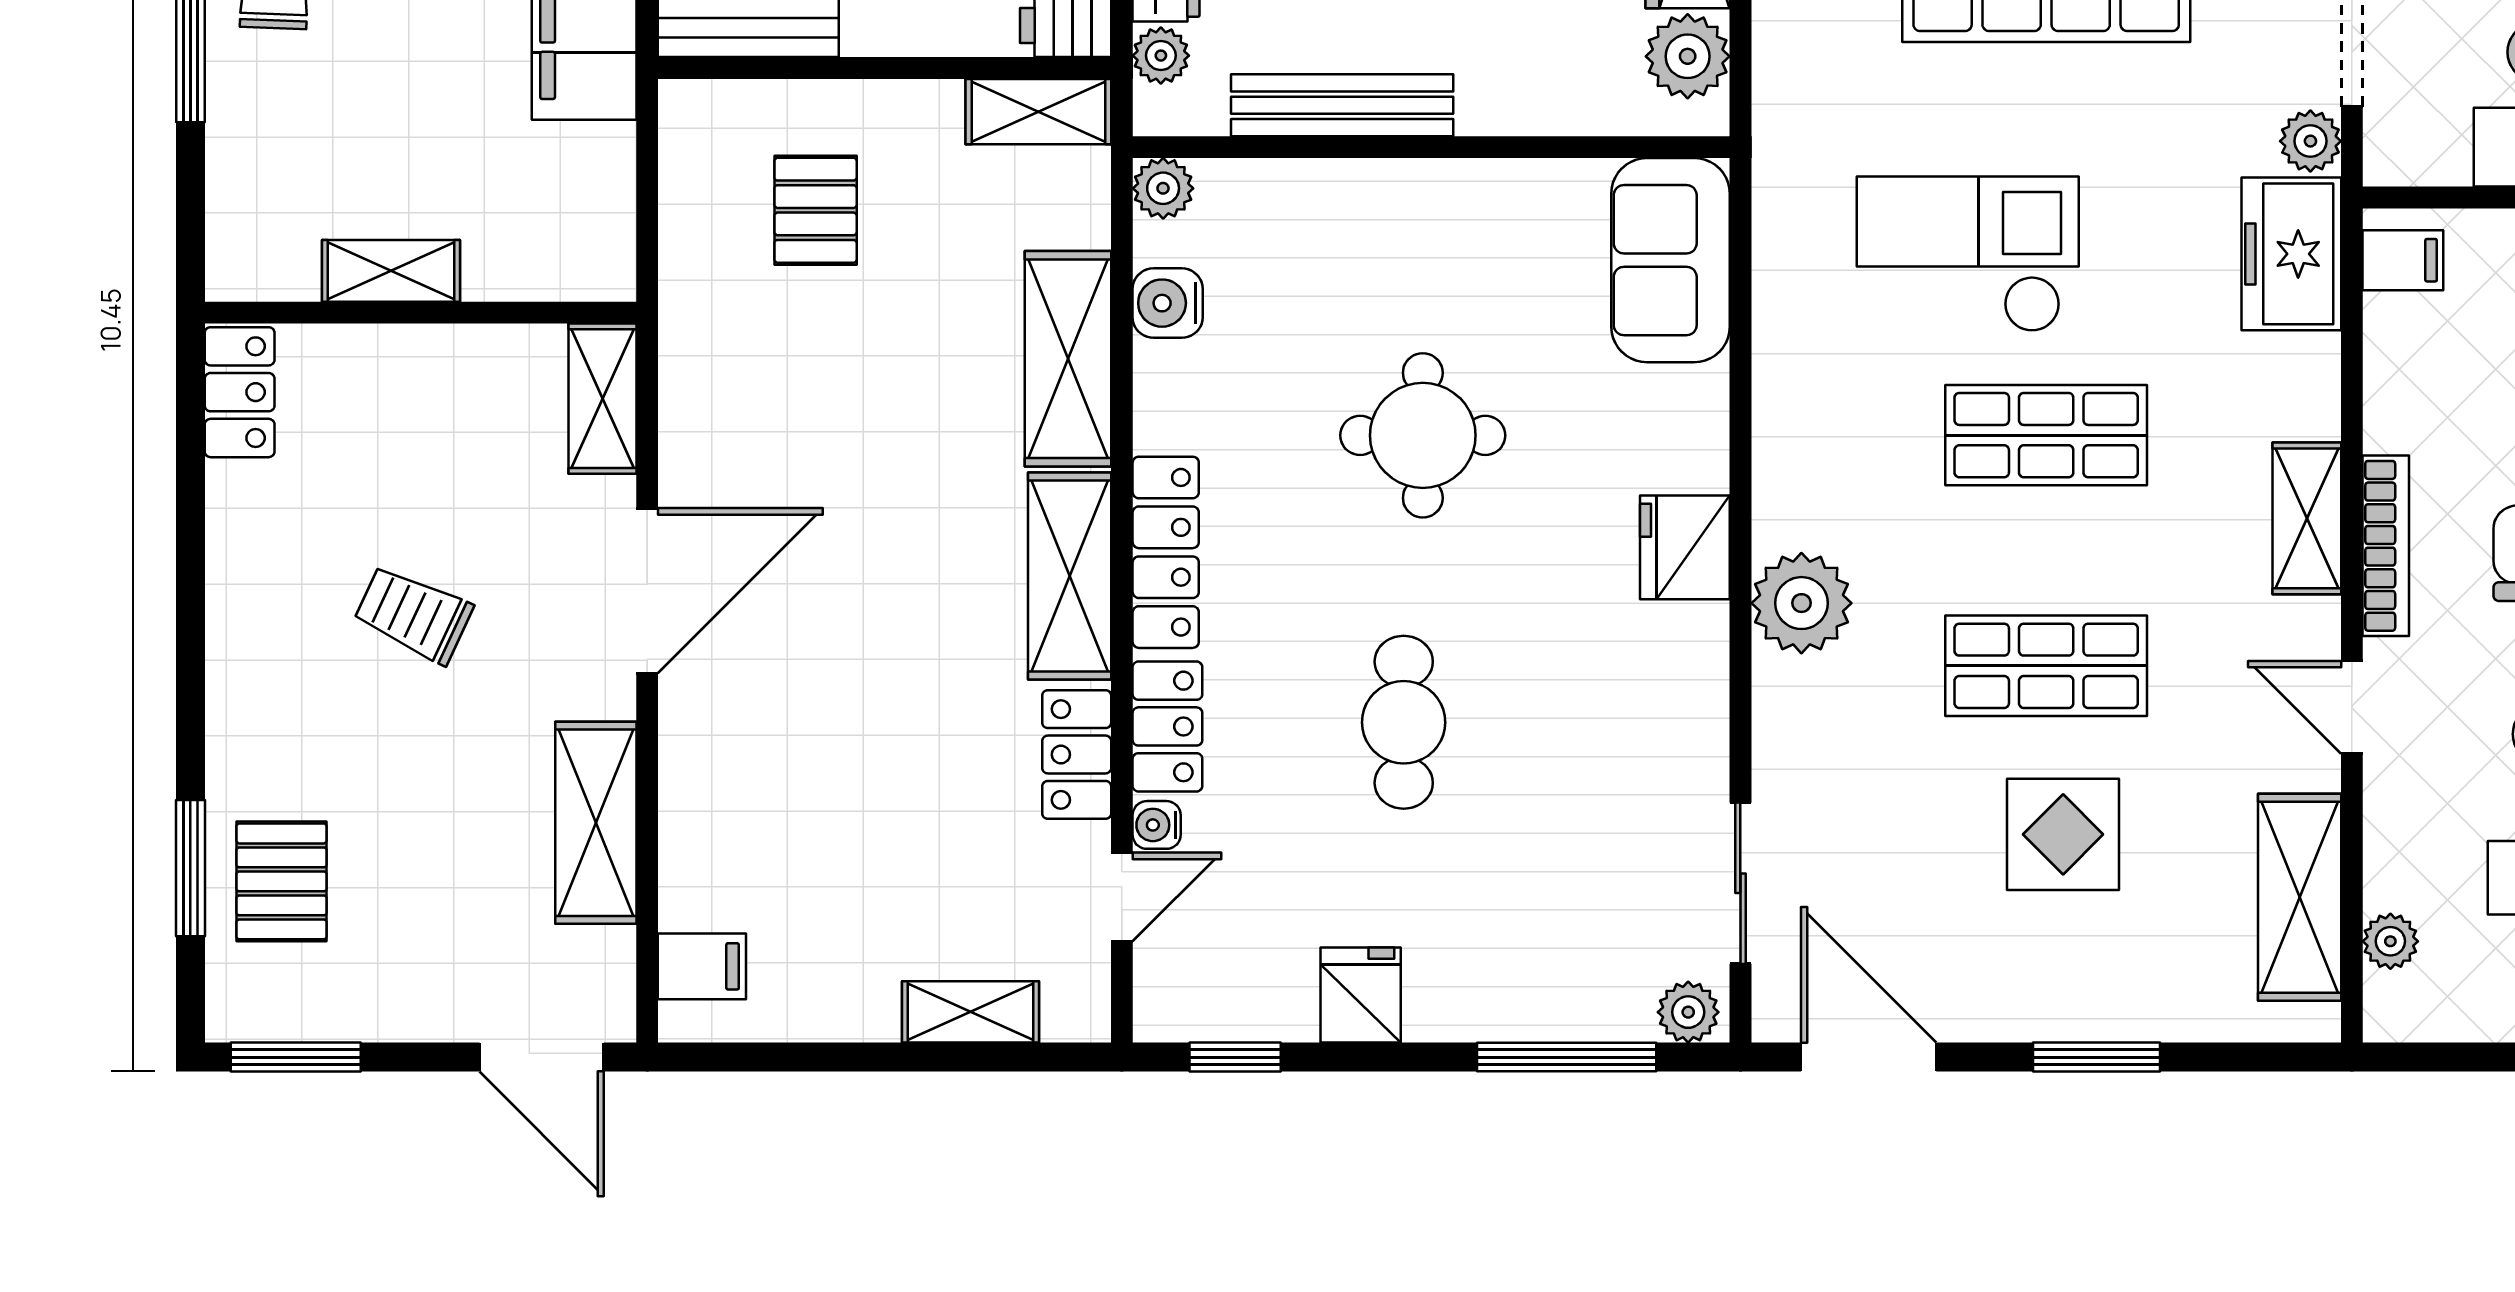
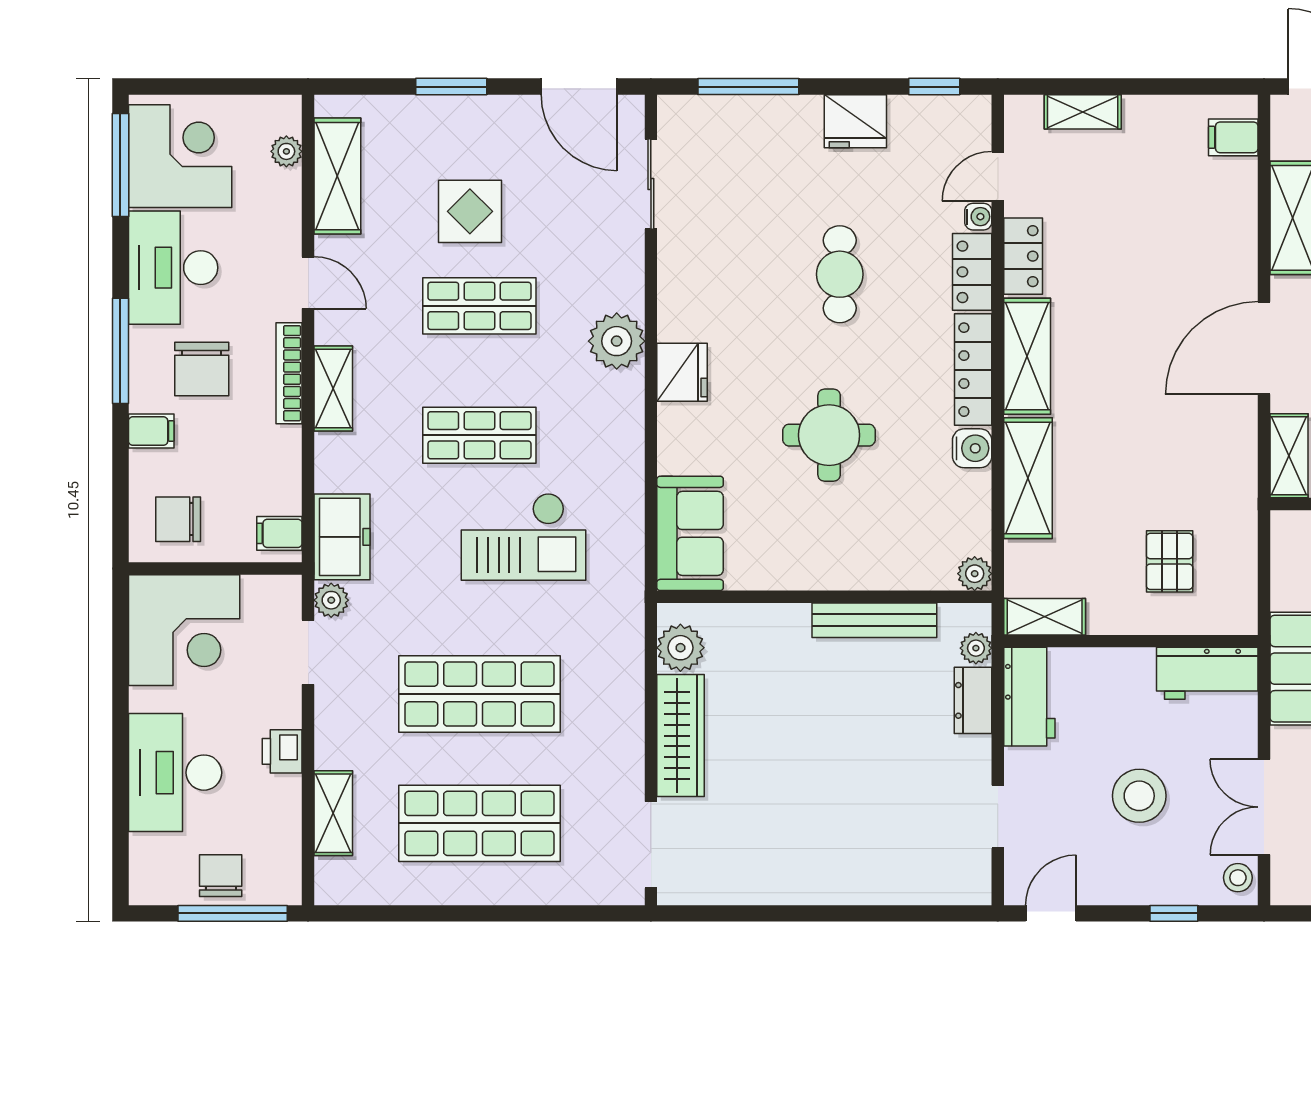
water cooler: (1168, 303) -> (972, 448), moved
fridge: (1361, 995) -> (855, 121), width x1.38
plant: (1688, 1012) -> (680, 112), removed

